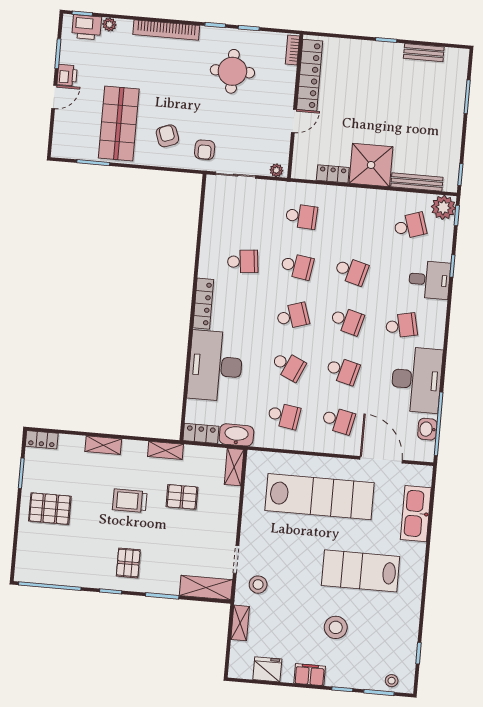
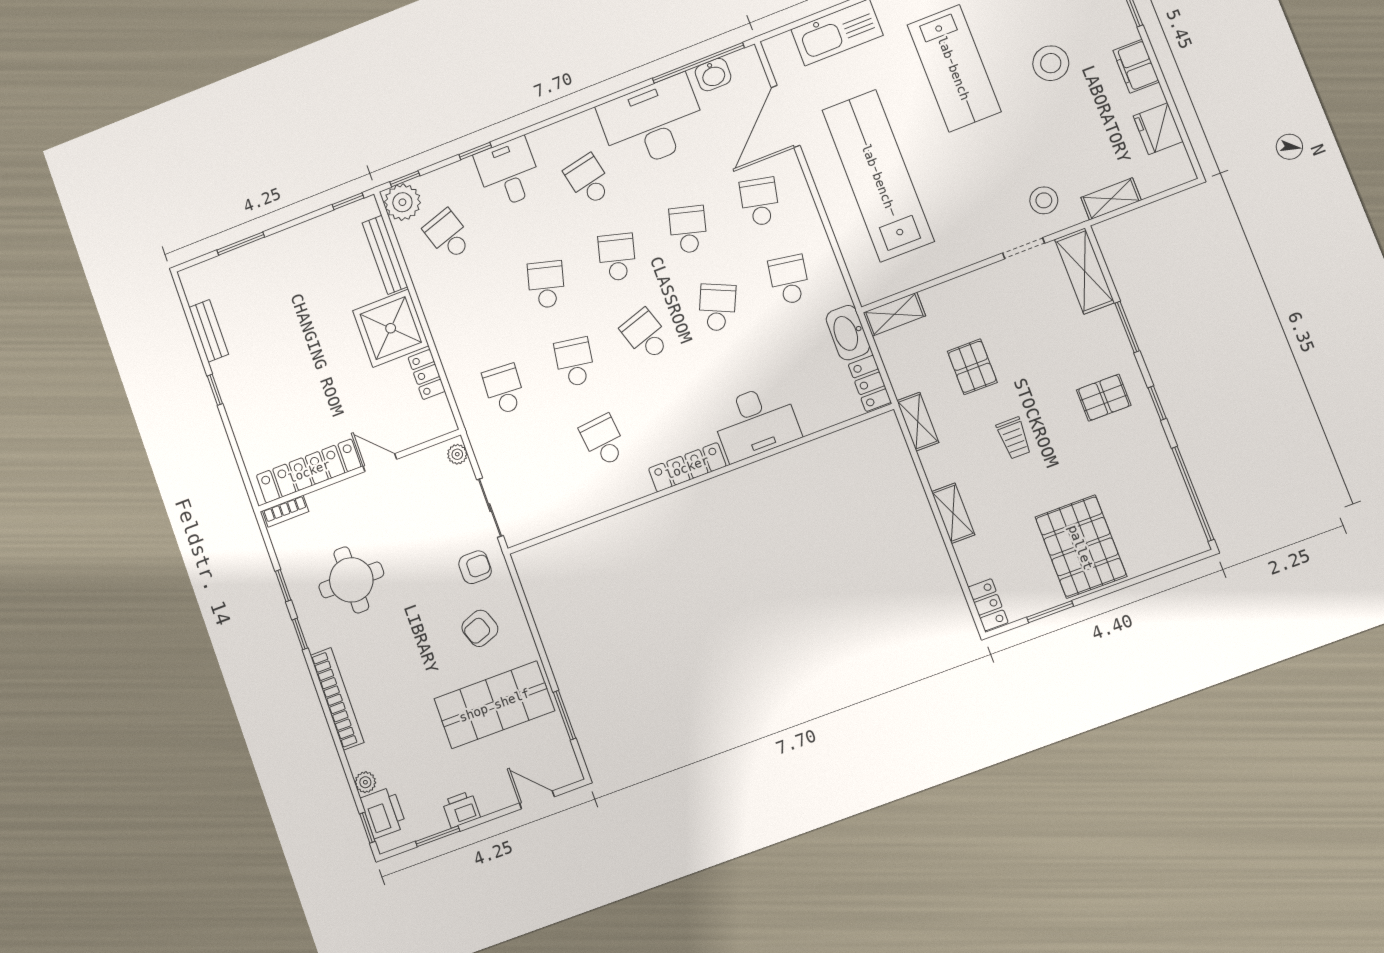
door: (54, 97) -> (537, 800), moved
desk: (215, 366) -> (756, 422), width x0.73, depth x0.77
trolley: (130, 501) -> (1014, 438), width x0.73, depth x0.72
pallet: (50, 509) -> (1081, 547), width x1.37, depth x1.41

